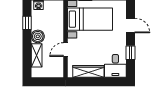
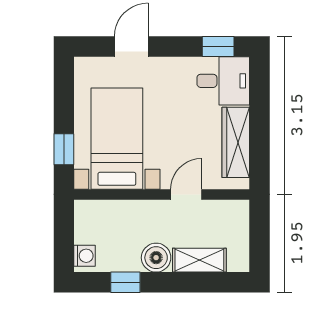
door: (65, 50) -> (186, 194), swing flipped
window: (131, 53) -> (218, 46), moved

